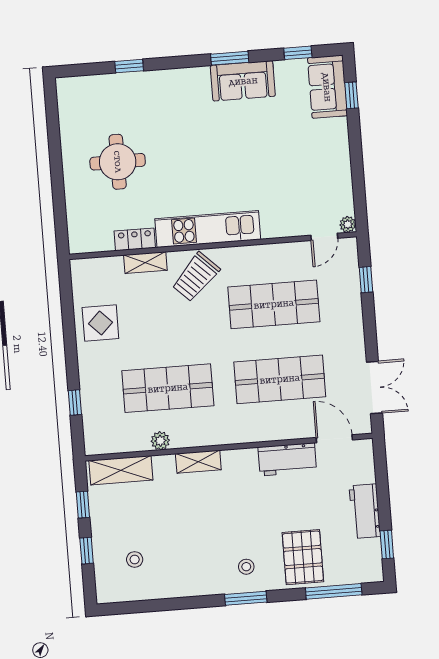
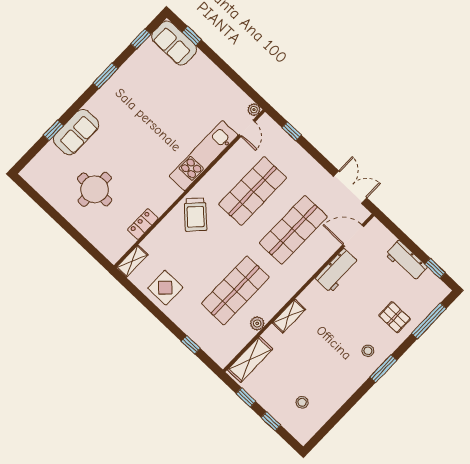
sofa: (243, 81) -> (76, 132), moved
kitchen unit: (208, 229) -> (204, 156), moved
shelving: (145, 263) -> (132, 261), moved
pallet: (303, 557) -> (395, 317), width x0.67, depth x0.71

